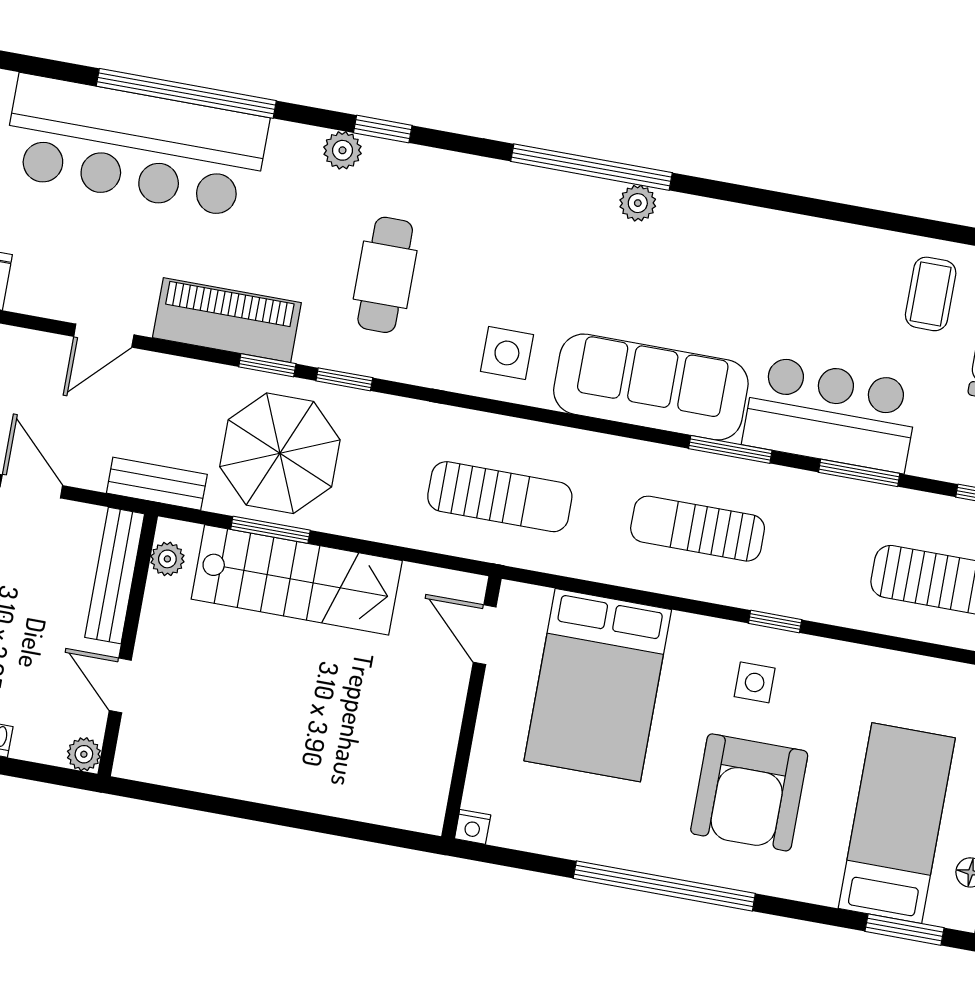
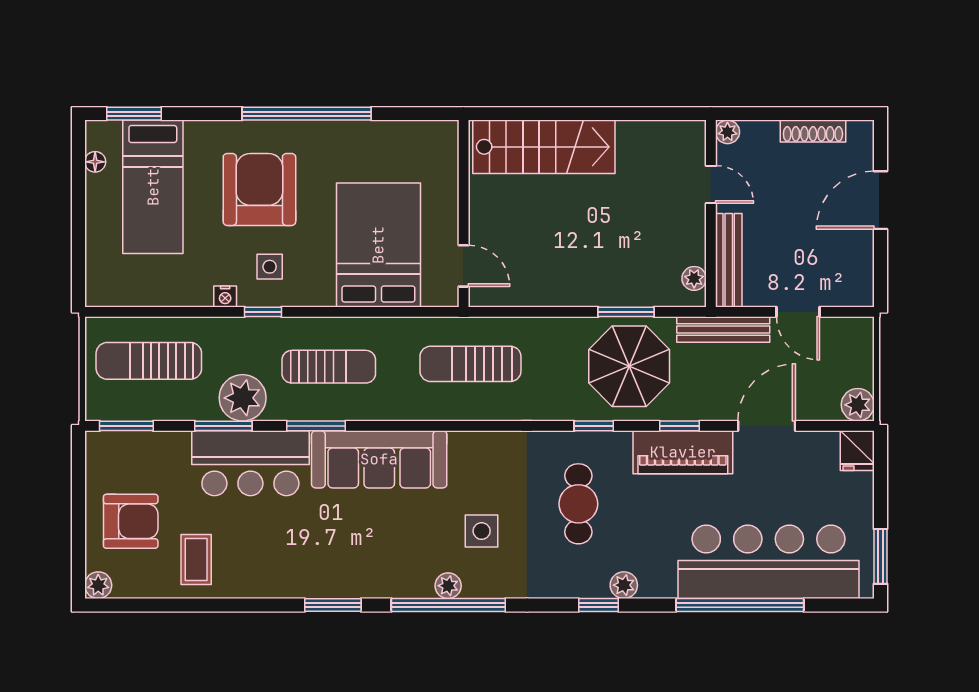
window: (752, 196) -> (333, 605), added
plant: (638, 203) -> (448, 586), moved
door: (104, 336) -> (767, 426), width x1.37
side table: (507, 353) -> (482, 531), moved
window: (267, 365) -> (680, 426), moved
bench: (157, 484) -> (723, 329), width x1.36
plant: (825, 507) -> (243, 398), added
stairs: (297, 580) -> (544, 147), moved, turned 180
nightstand: (473, 827) -> (225, 296), moved, turned 180

